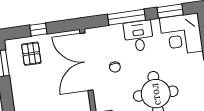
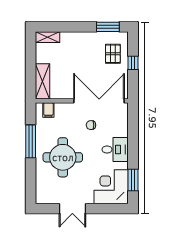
window: (126, 17) -> (133, 141), removed
pallet: (31, 54) -> (113, 54), turned 90

